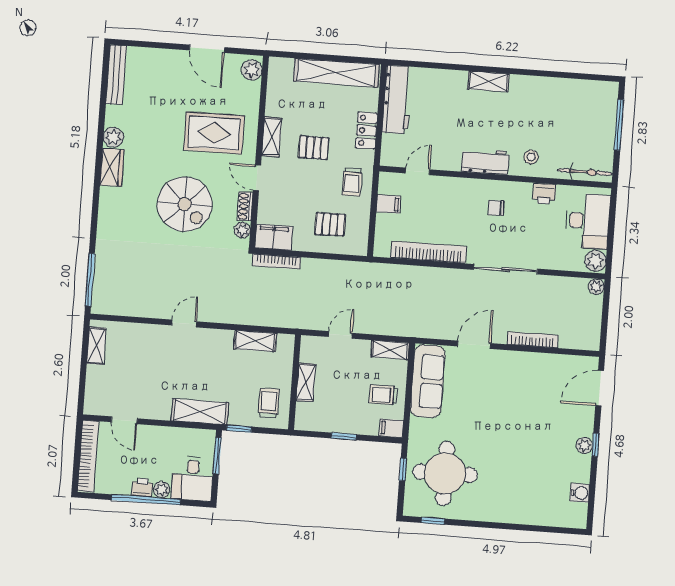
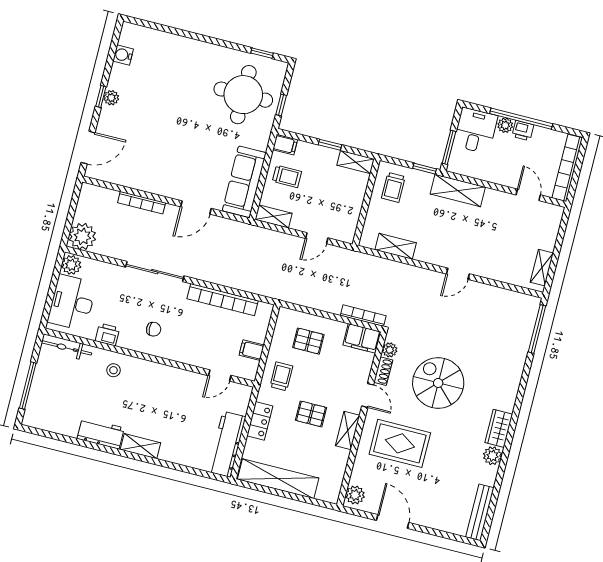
workbench: (485, 161) -> (101, 433), moved, turned 180
plant: (596, 287) -> (82, 236), width x1.88, depth x1.88
shelving: (306, 382) -> (356, 162), moved, turned 90

